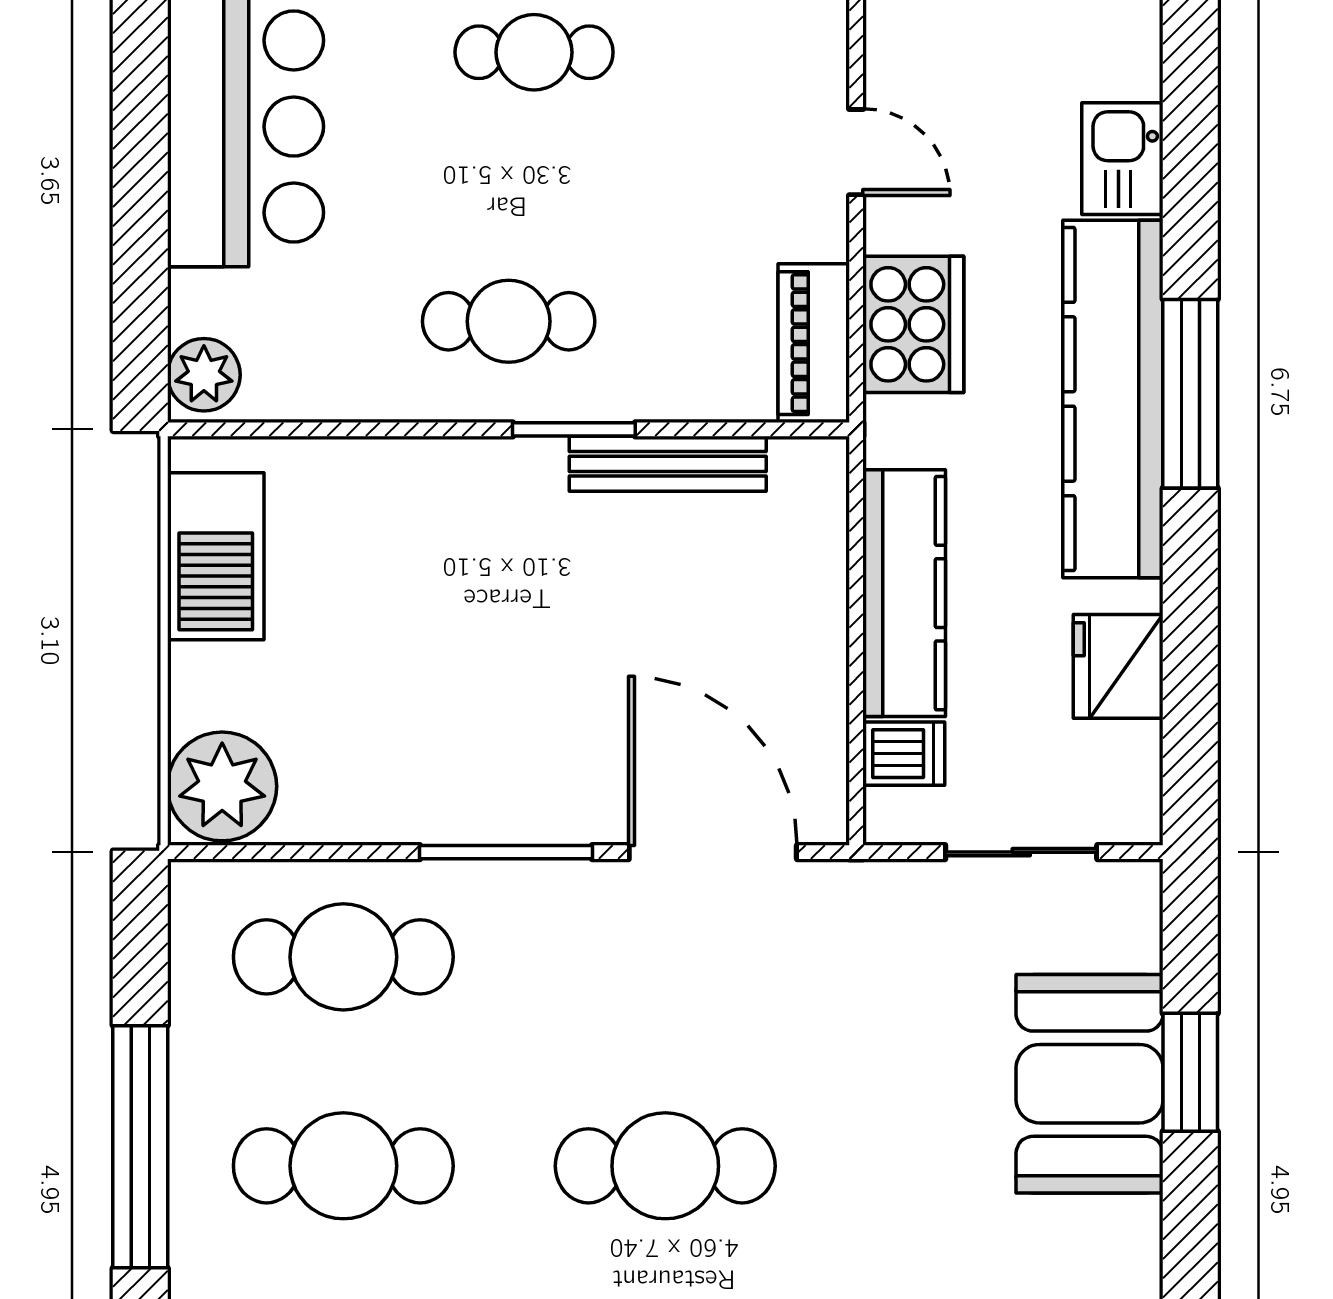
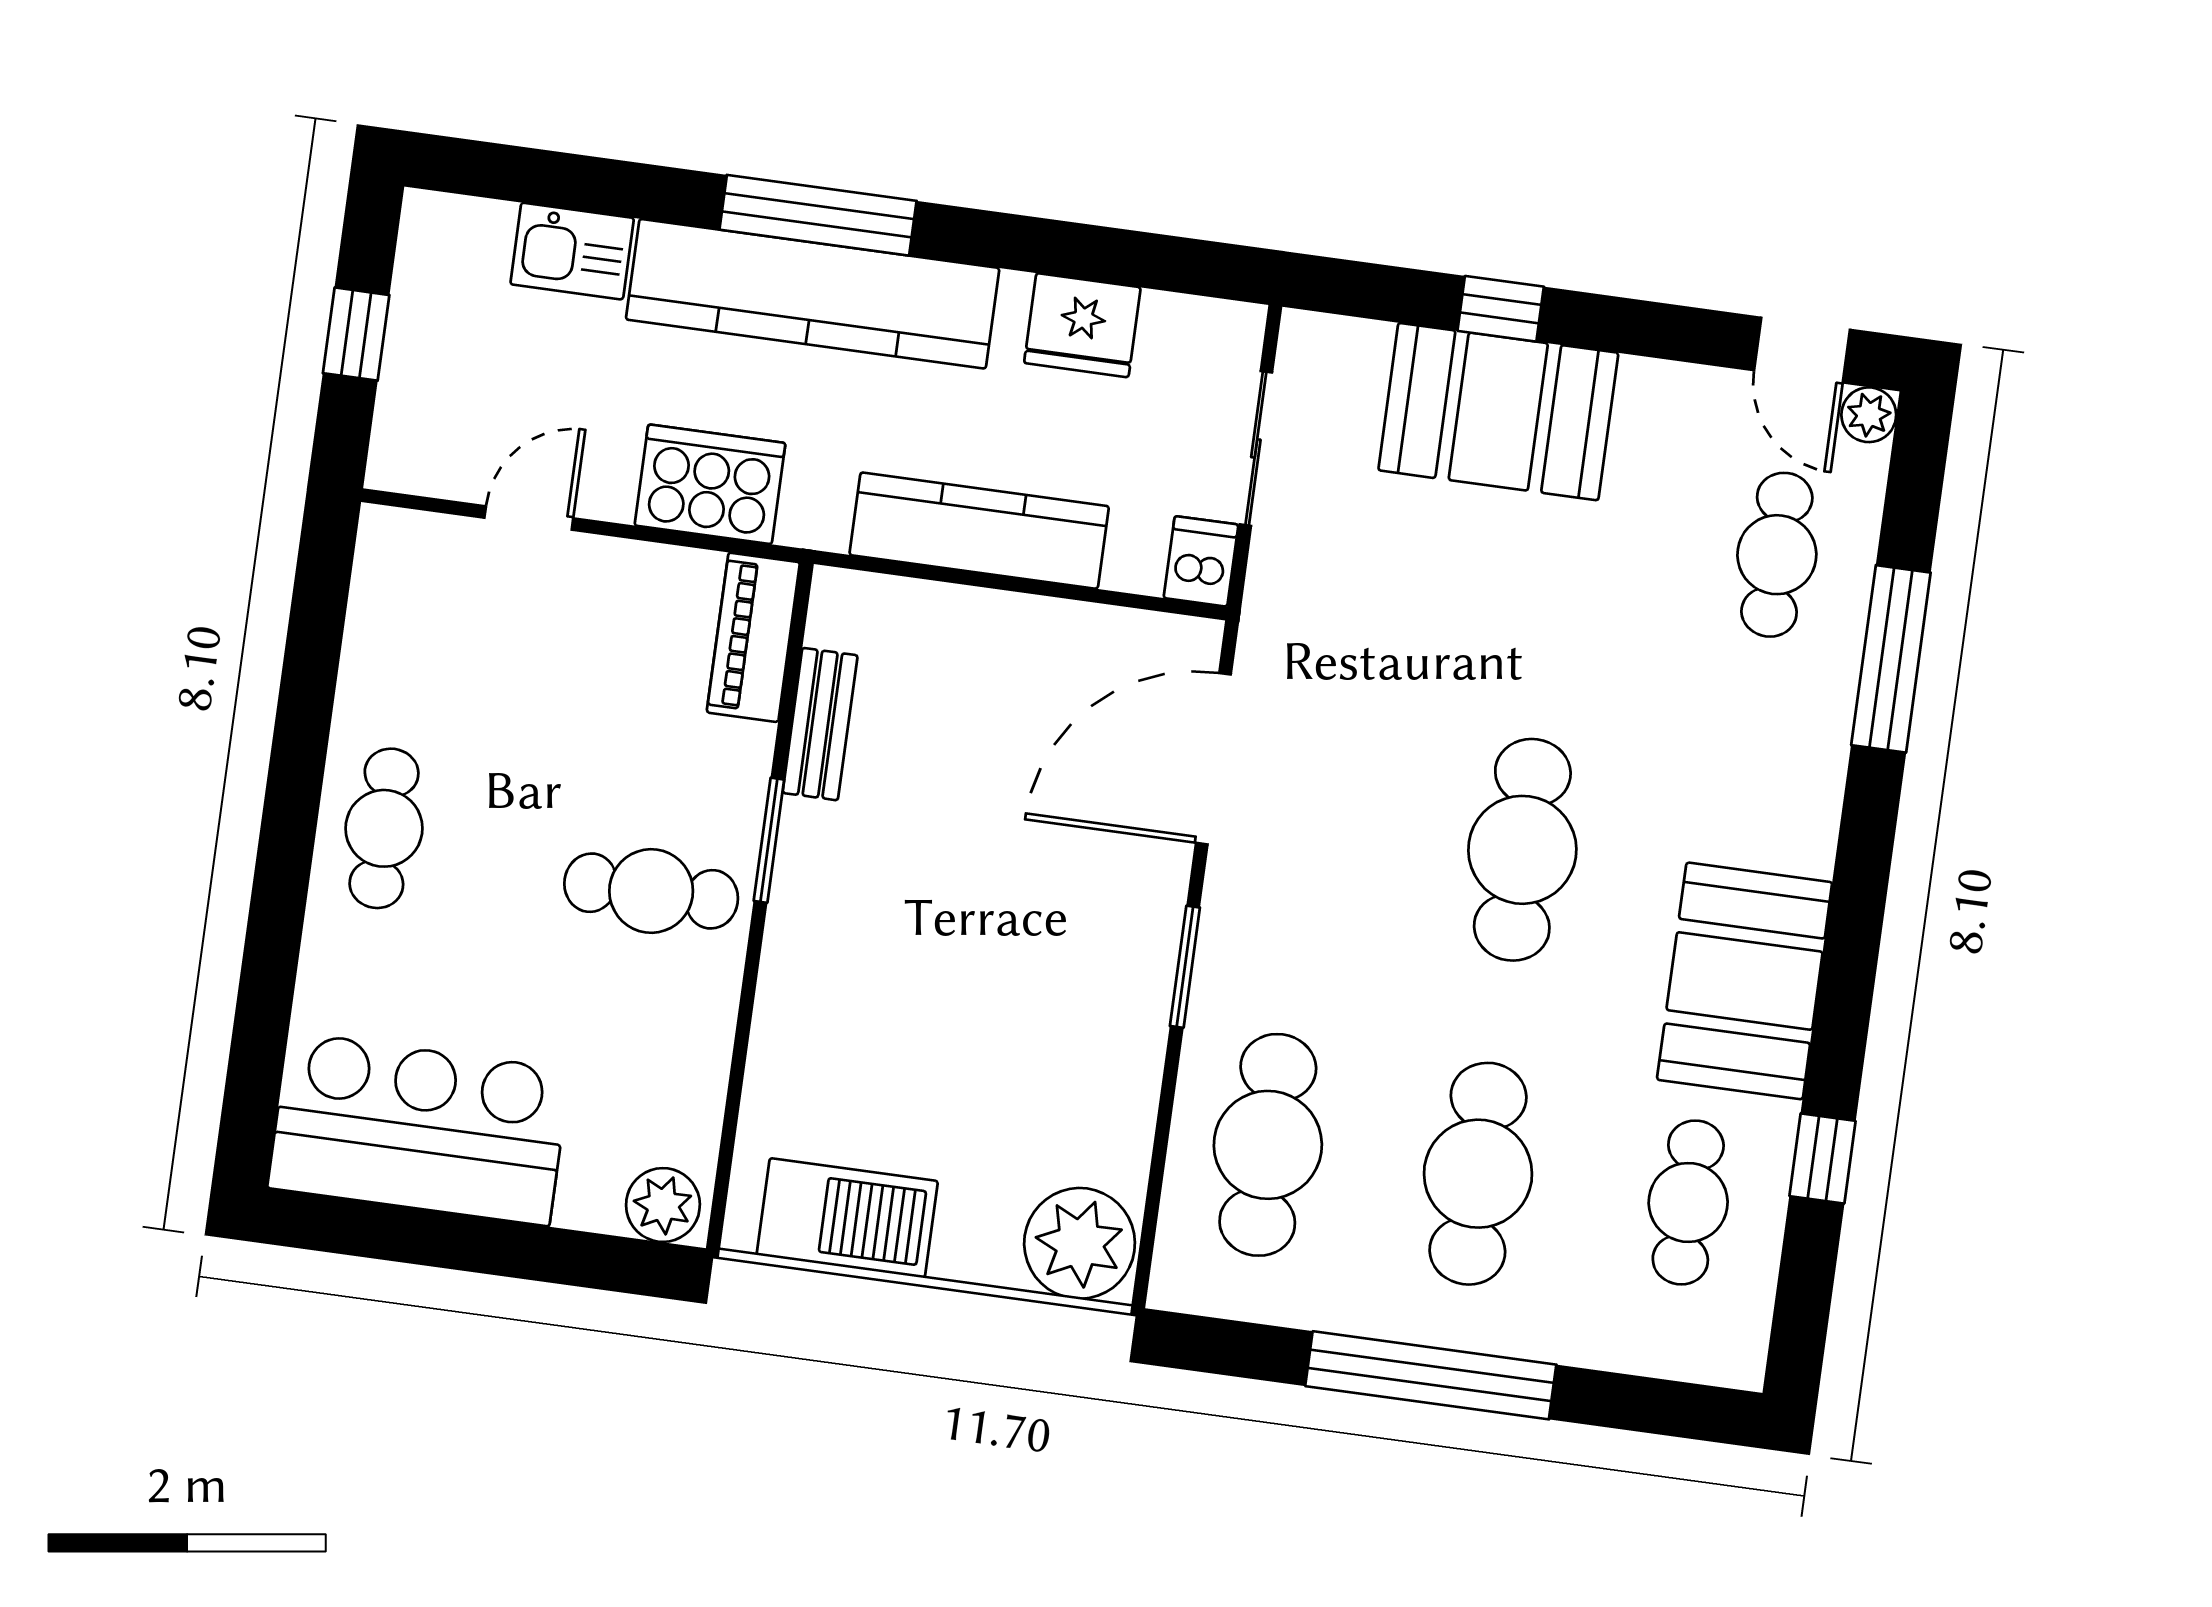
cafe table: (509, 321) -> (651, 891), turned 90
piano: (814, 343) -> (753, 637), moved, turned 90
bench: (668, 464) -> (820, 724), width x0.73
dishwasher: (904, 754) -> (1201, 561), moved
window: (506, 852) -> (1185, 967), width x0.69
window: (1190, 1072) -> (1501, 309), width x0.67

